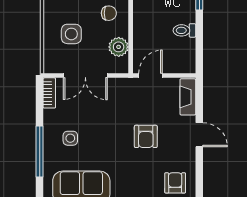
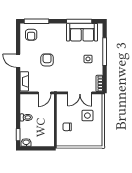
plant: (119, 47) -> (62, 108), removed
double door: (85, 75) -> (80, 93), swing flipped

